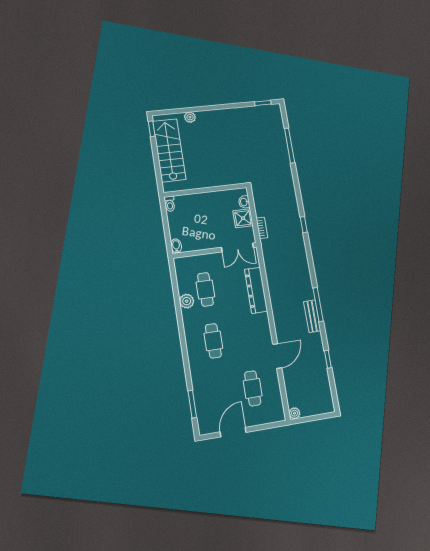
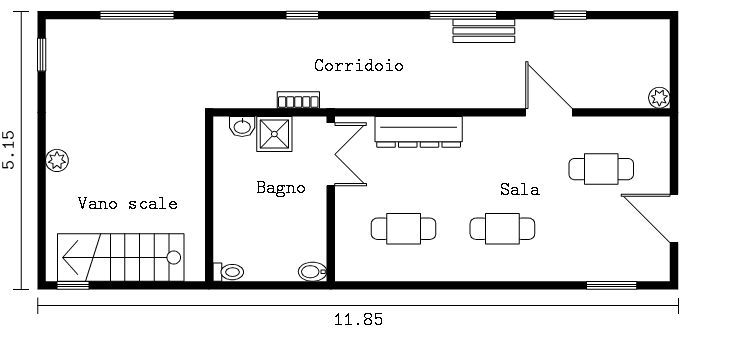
plant: (190, 117) -> (57, 160), moved
plant: (187, 301) -> (421, 267), removed

